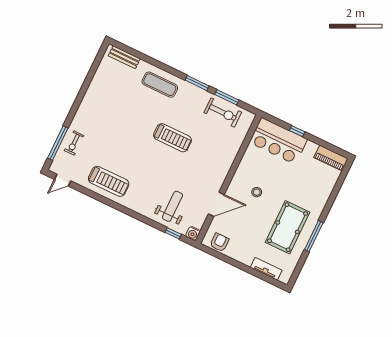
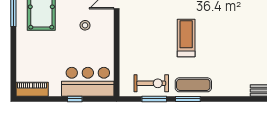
exercise mat: (160, 85) -> (193, 85), moved
exercise bike: (223, 112) -> (151, 83), turned 180
treadmill: (172, 138) -> (186, 38), turned 90

